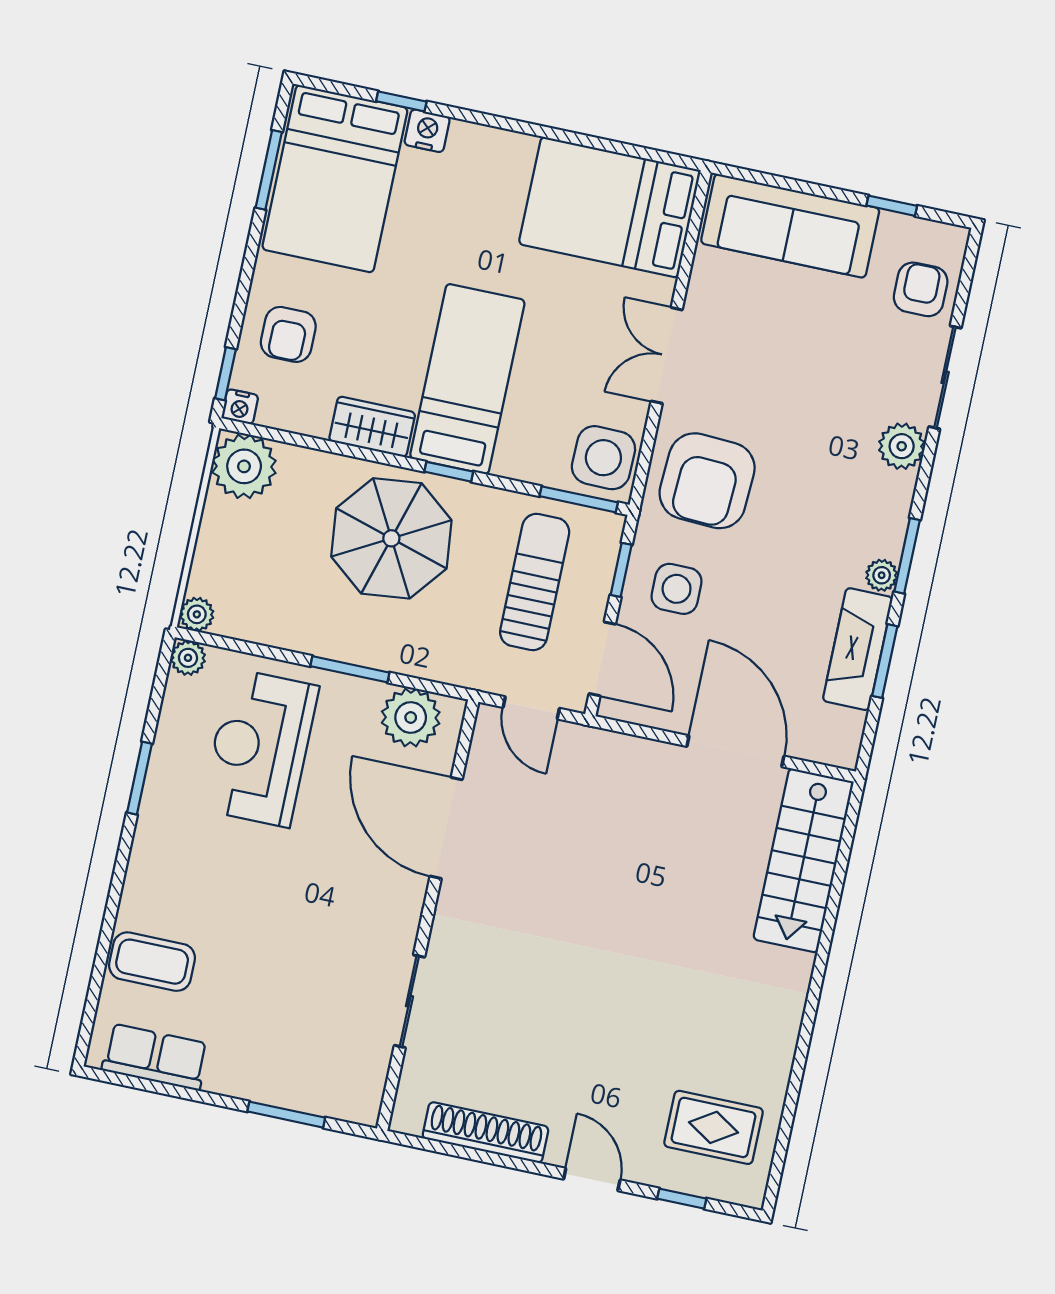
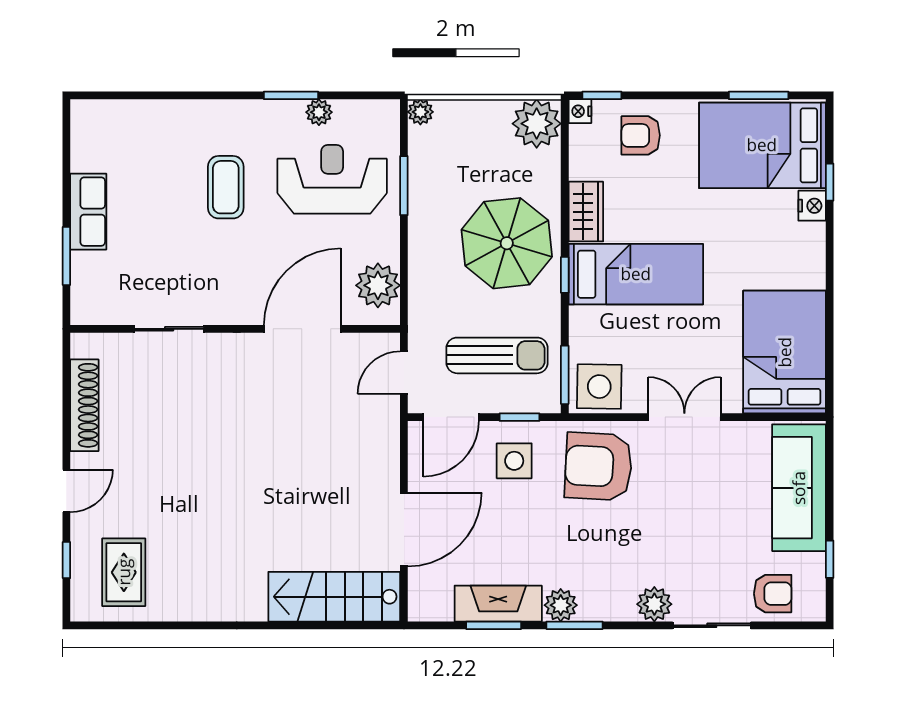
plant: (882, 575) -> (561, 605), width x1.38, depth x1.38
plant: (188, 658) -> (319, 112), moved
window: (350, 669) -> (404, 186), moved
coffee table: (152, 962) -> (226, 187), moved
row of seats: (155, 1057) -> (88, 212), moved

